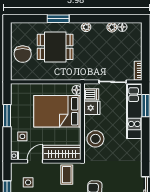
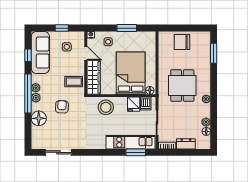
window: (58, 19) -> (214, 53), moved
dining table: (55, 47) -> (182, 86), moved
dresser: (136, 50) -> (186, 144), added

